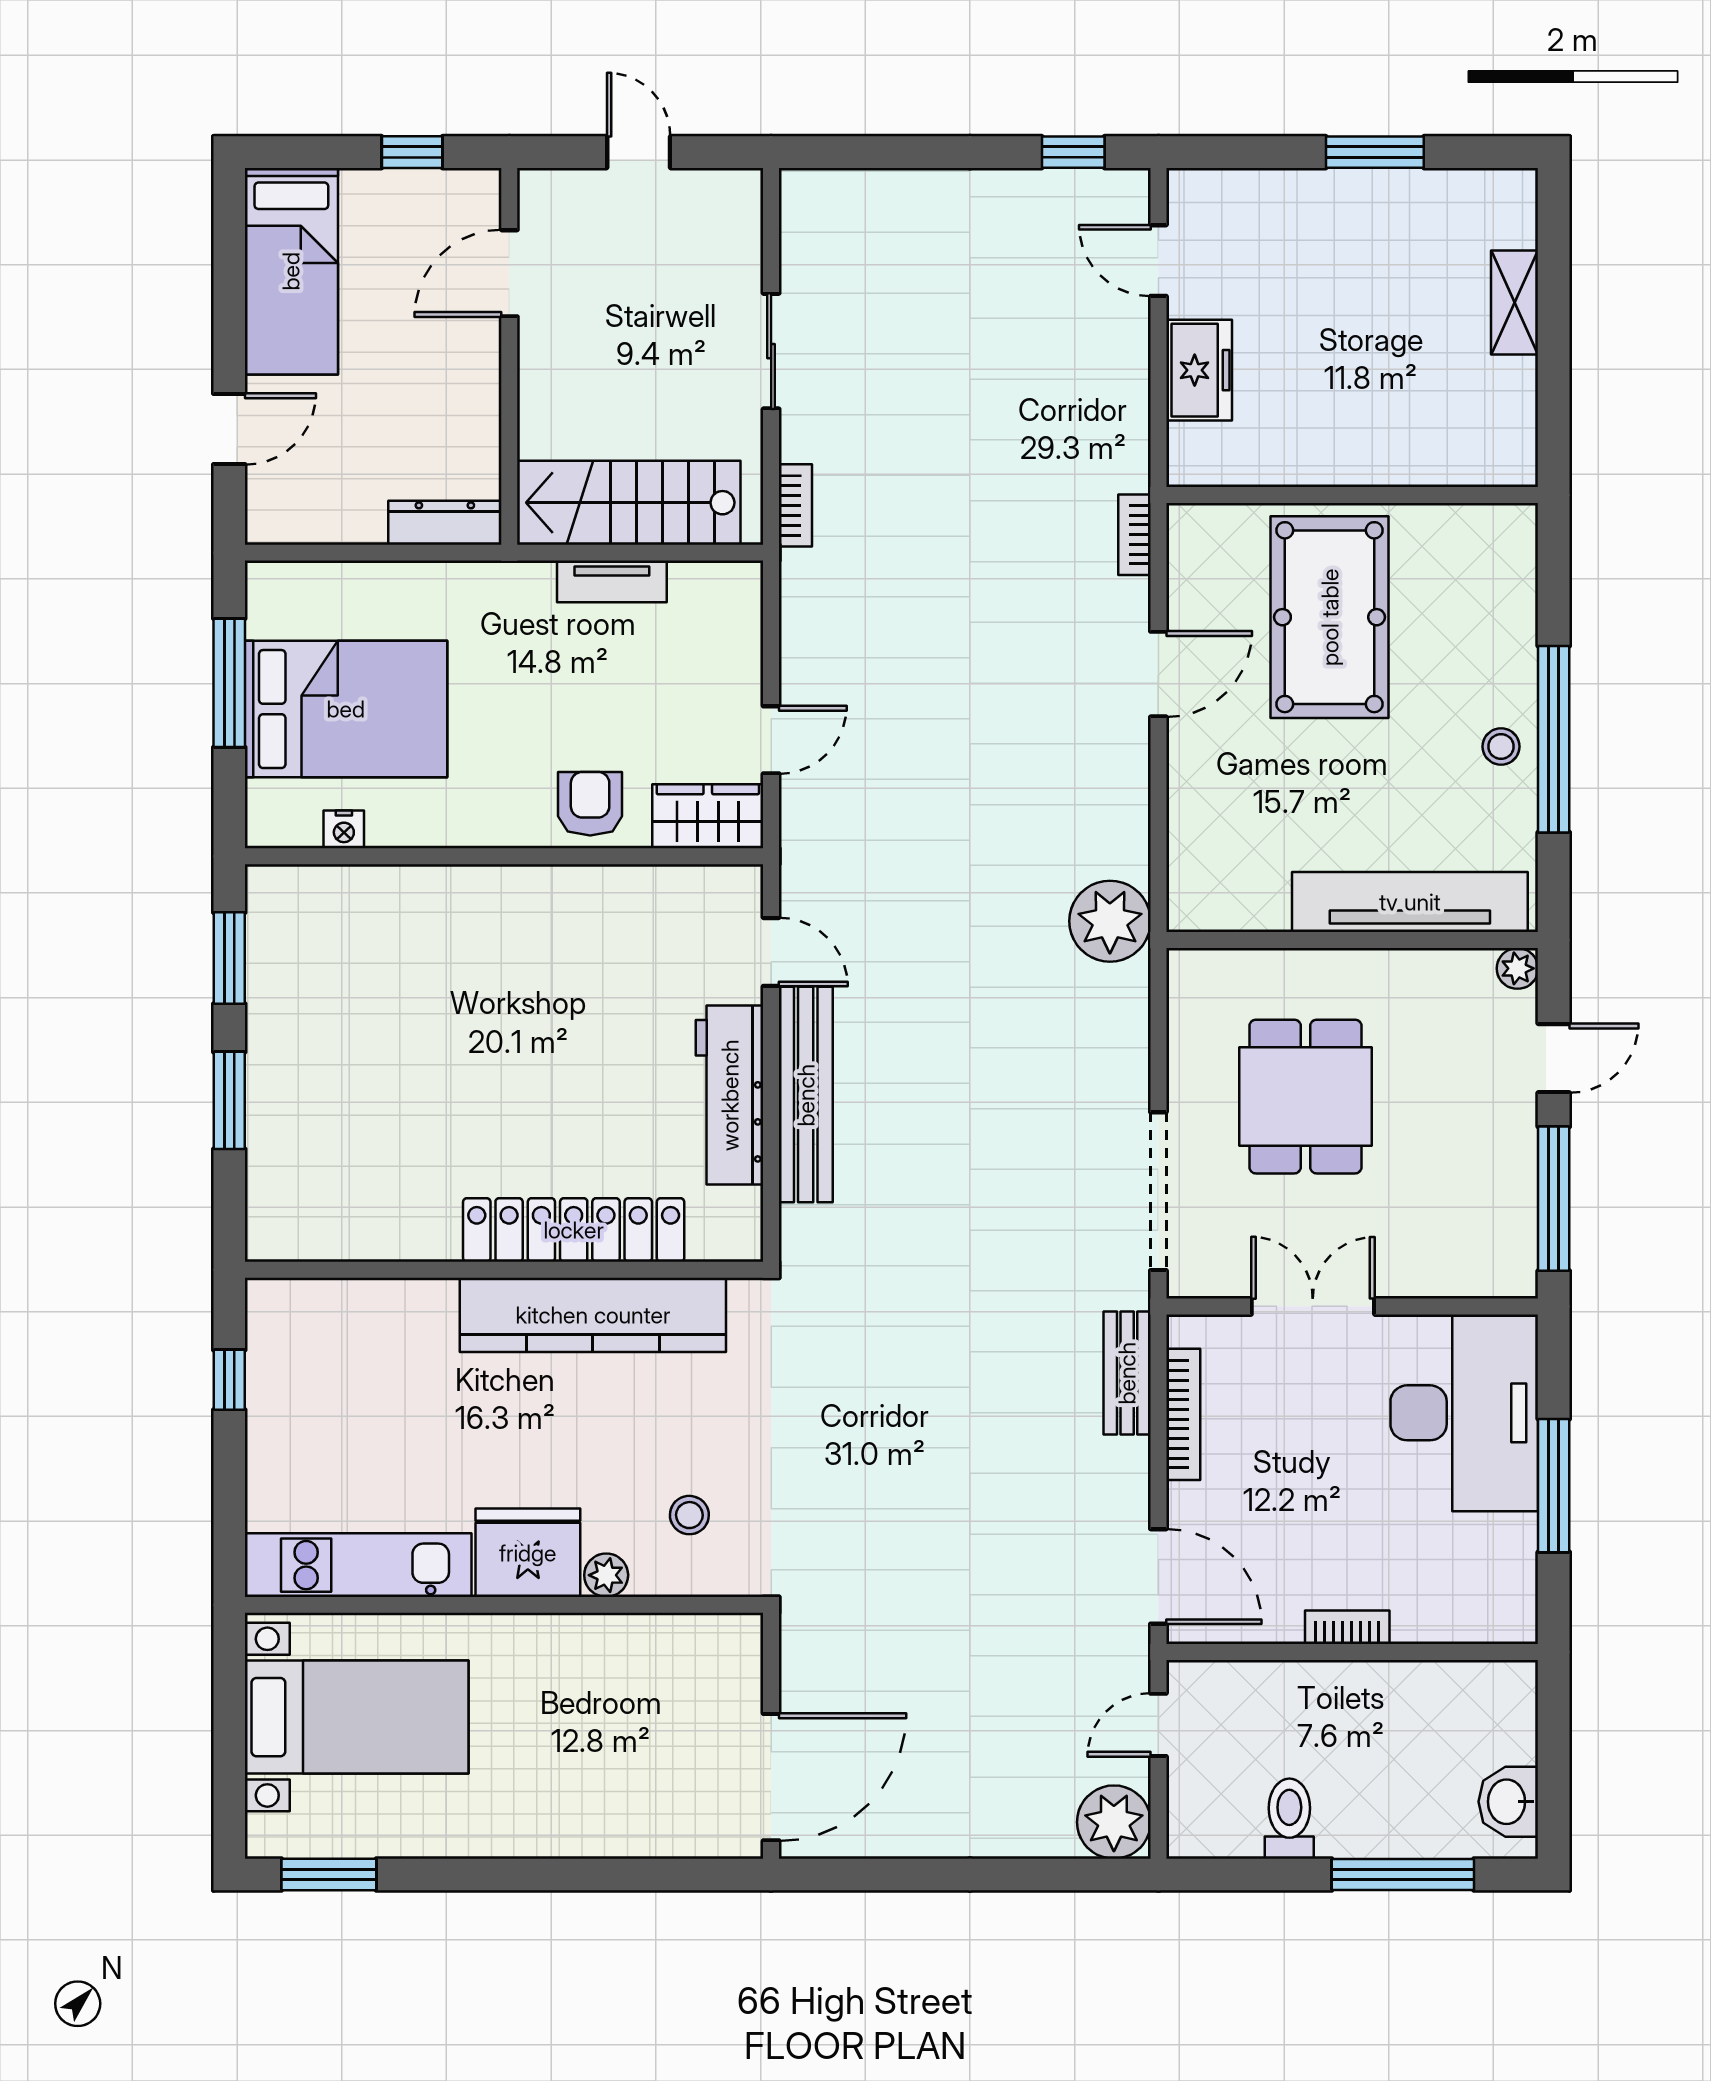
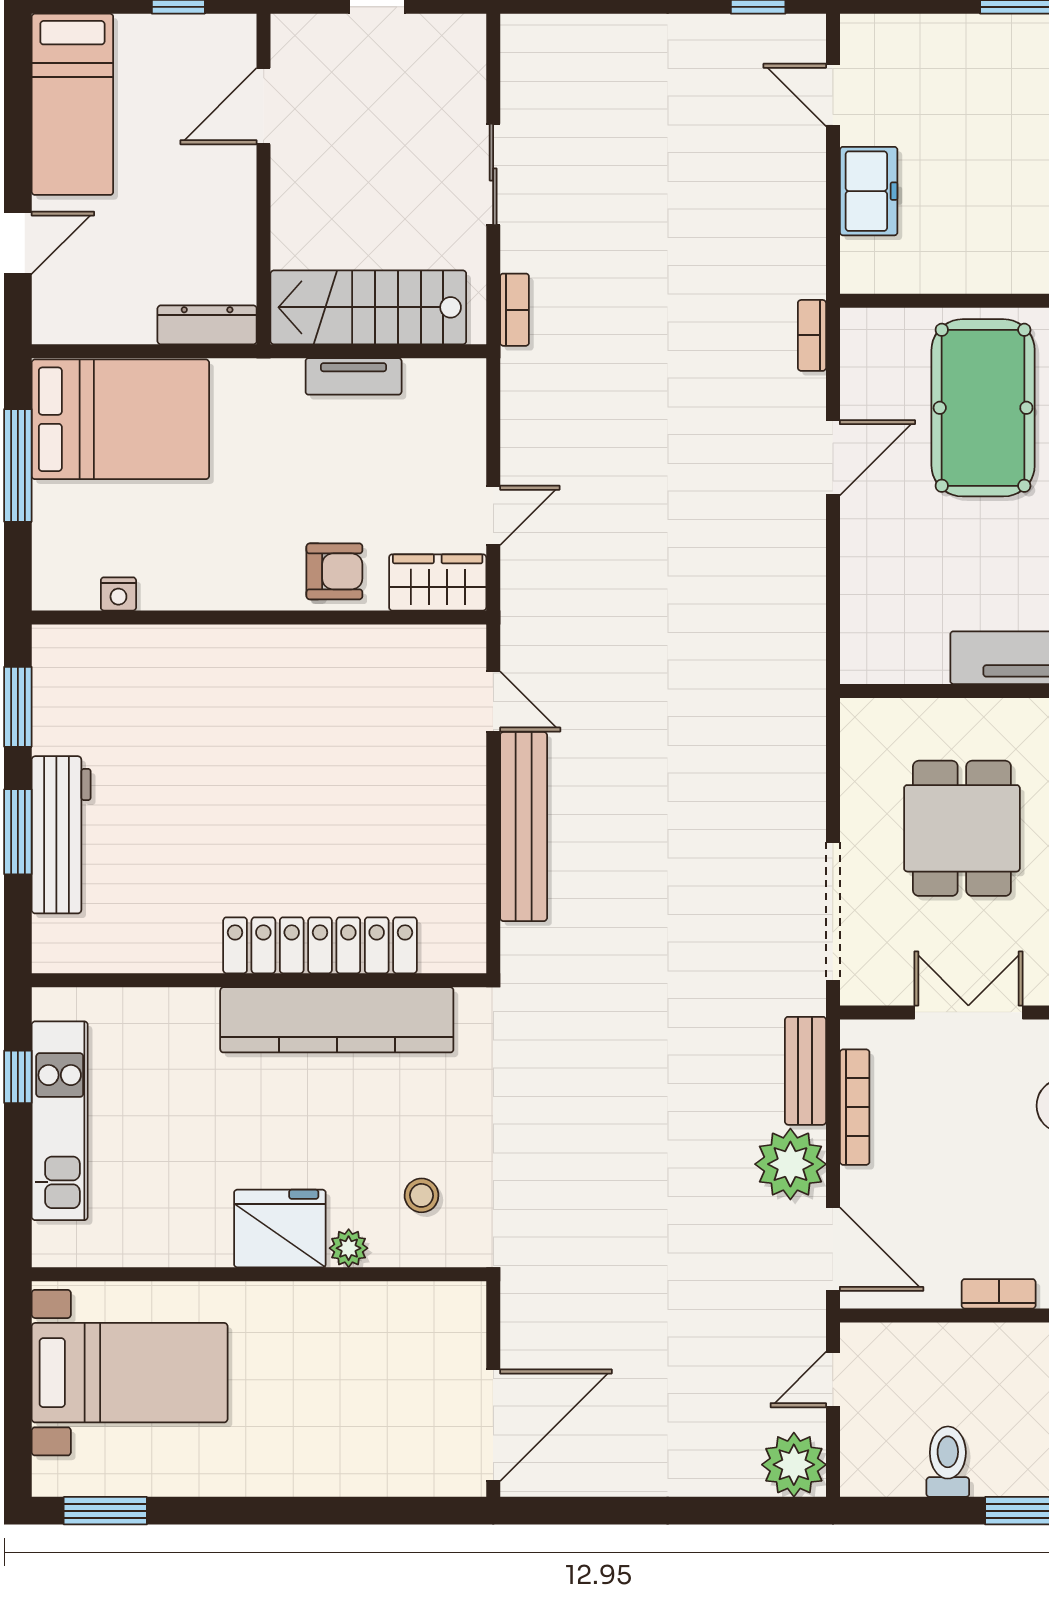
bed: (346, 709) -> (120, 419), moved
armchair: (590, 804) -> (334, 571), turned 90
plant: (1110, 921) -> (790, 1164), moved
workbench: (730, 1095) -> (61, 835), moved, turned 180
kitchen unit: (358, 1565) -> (60, 1121), moved, turned 90

